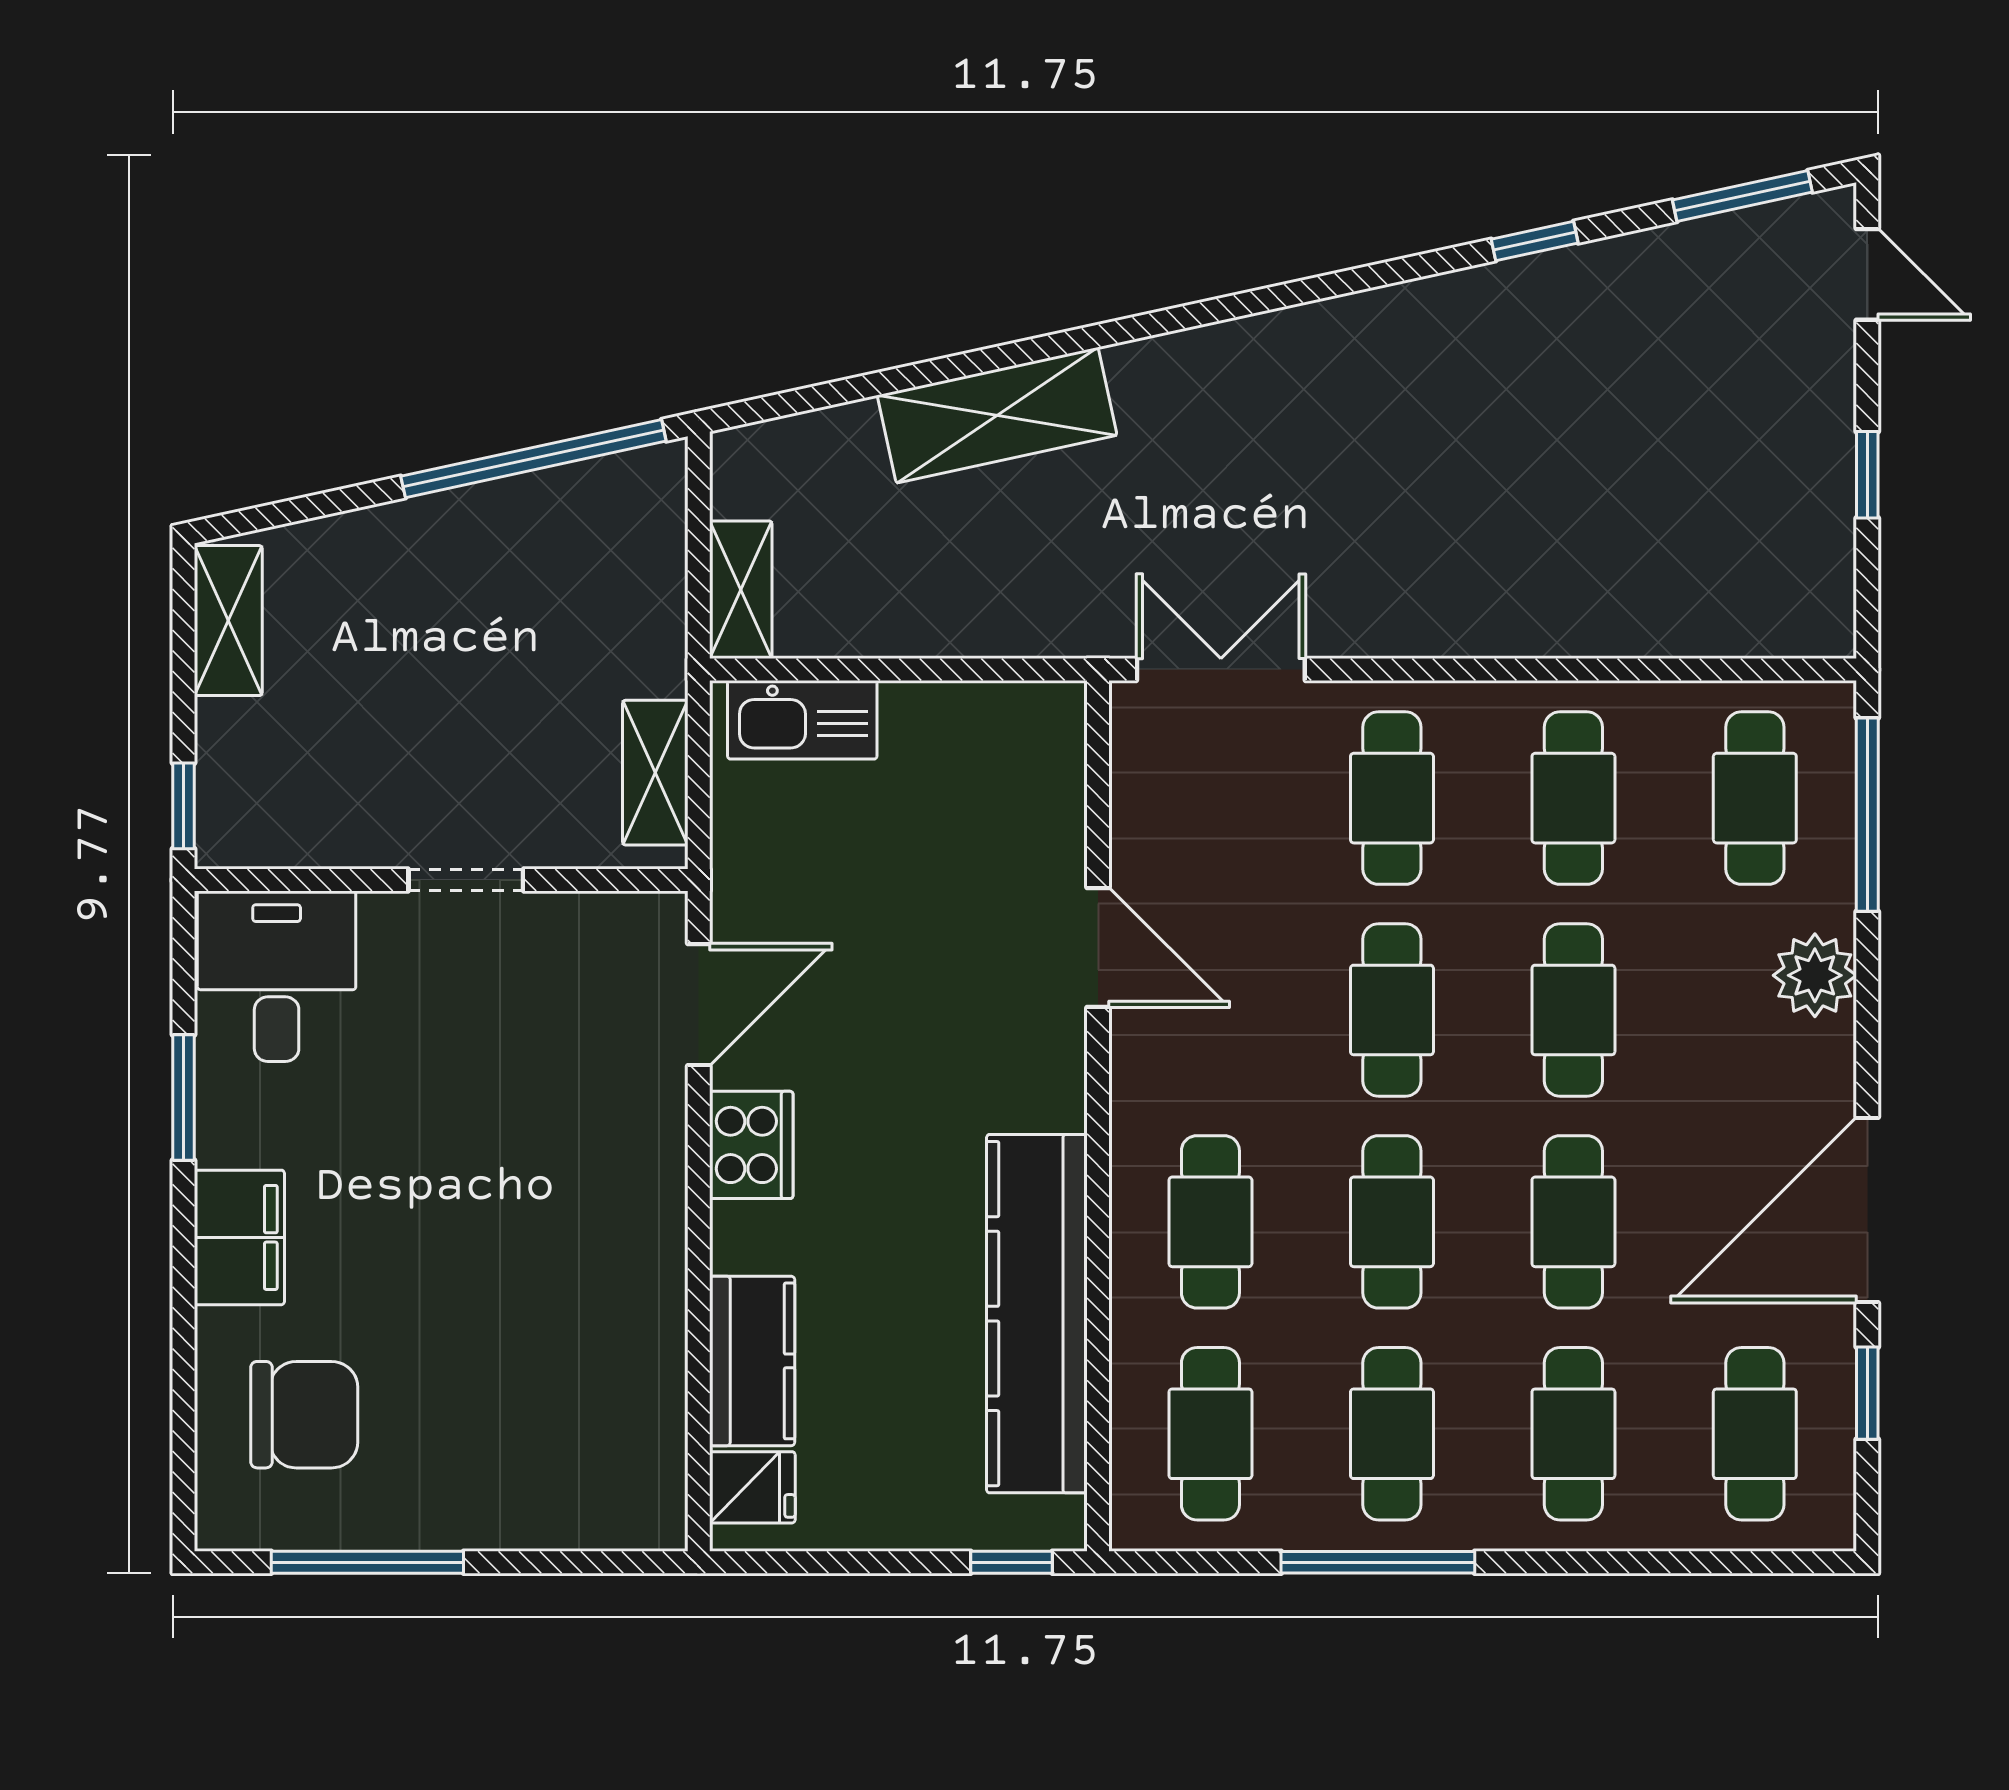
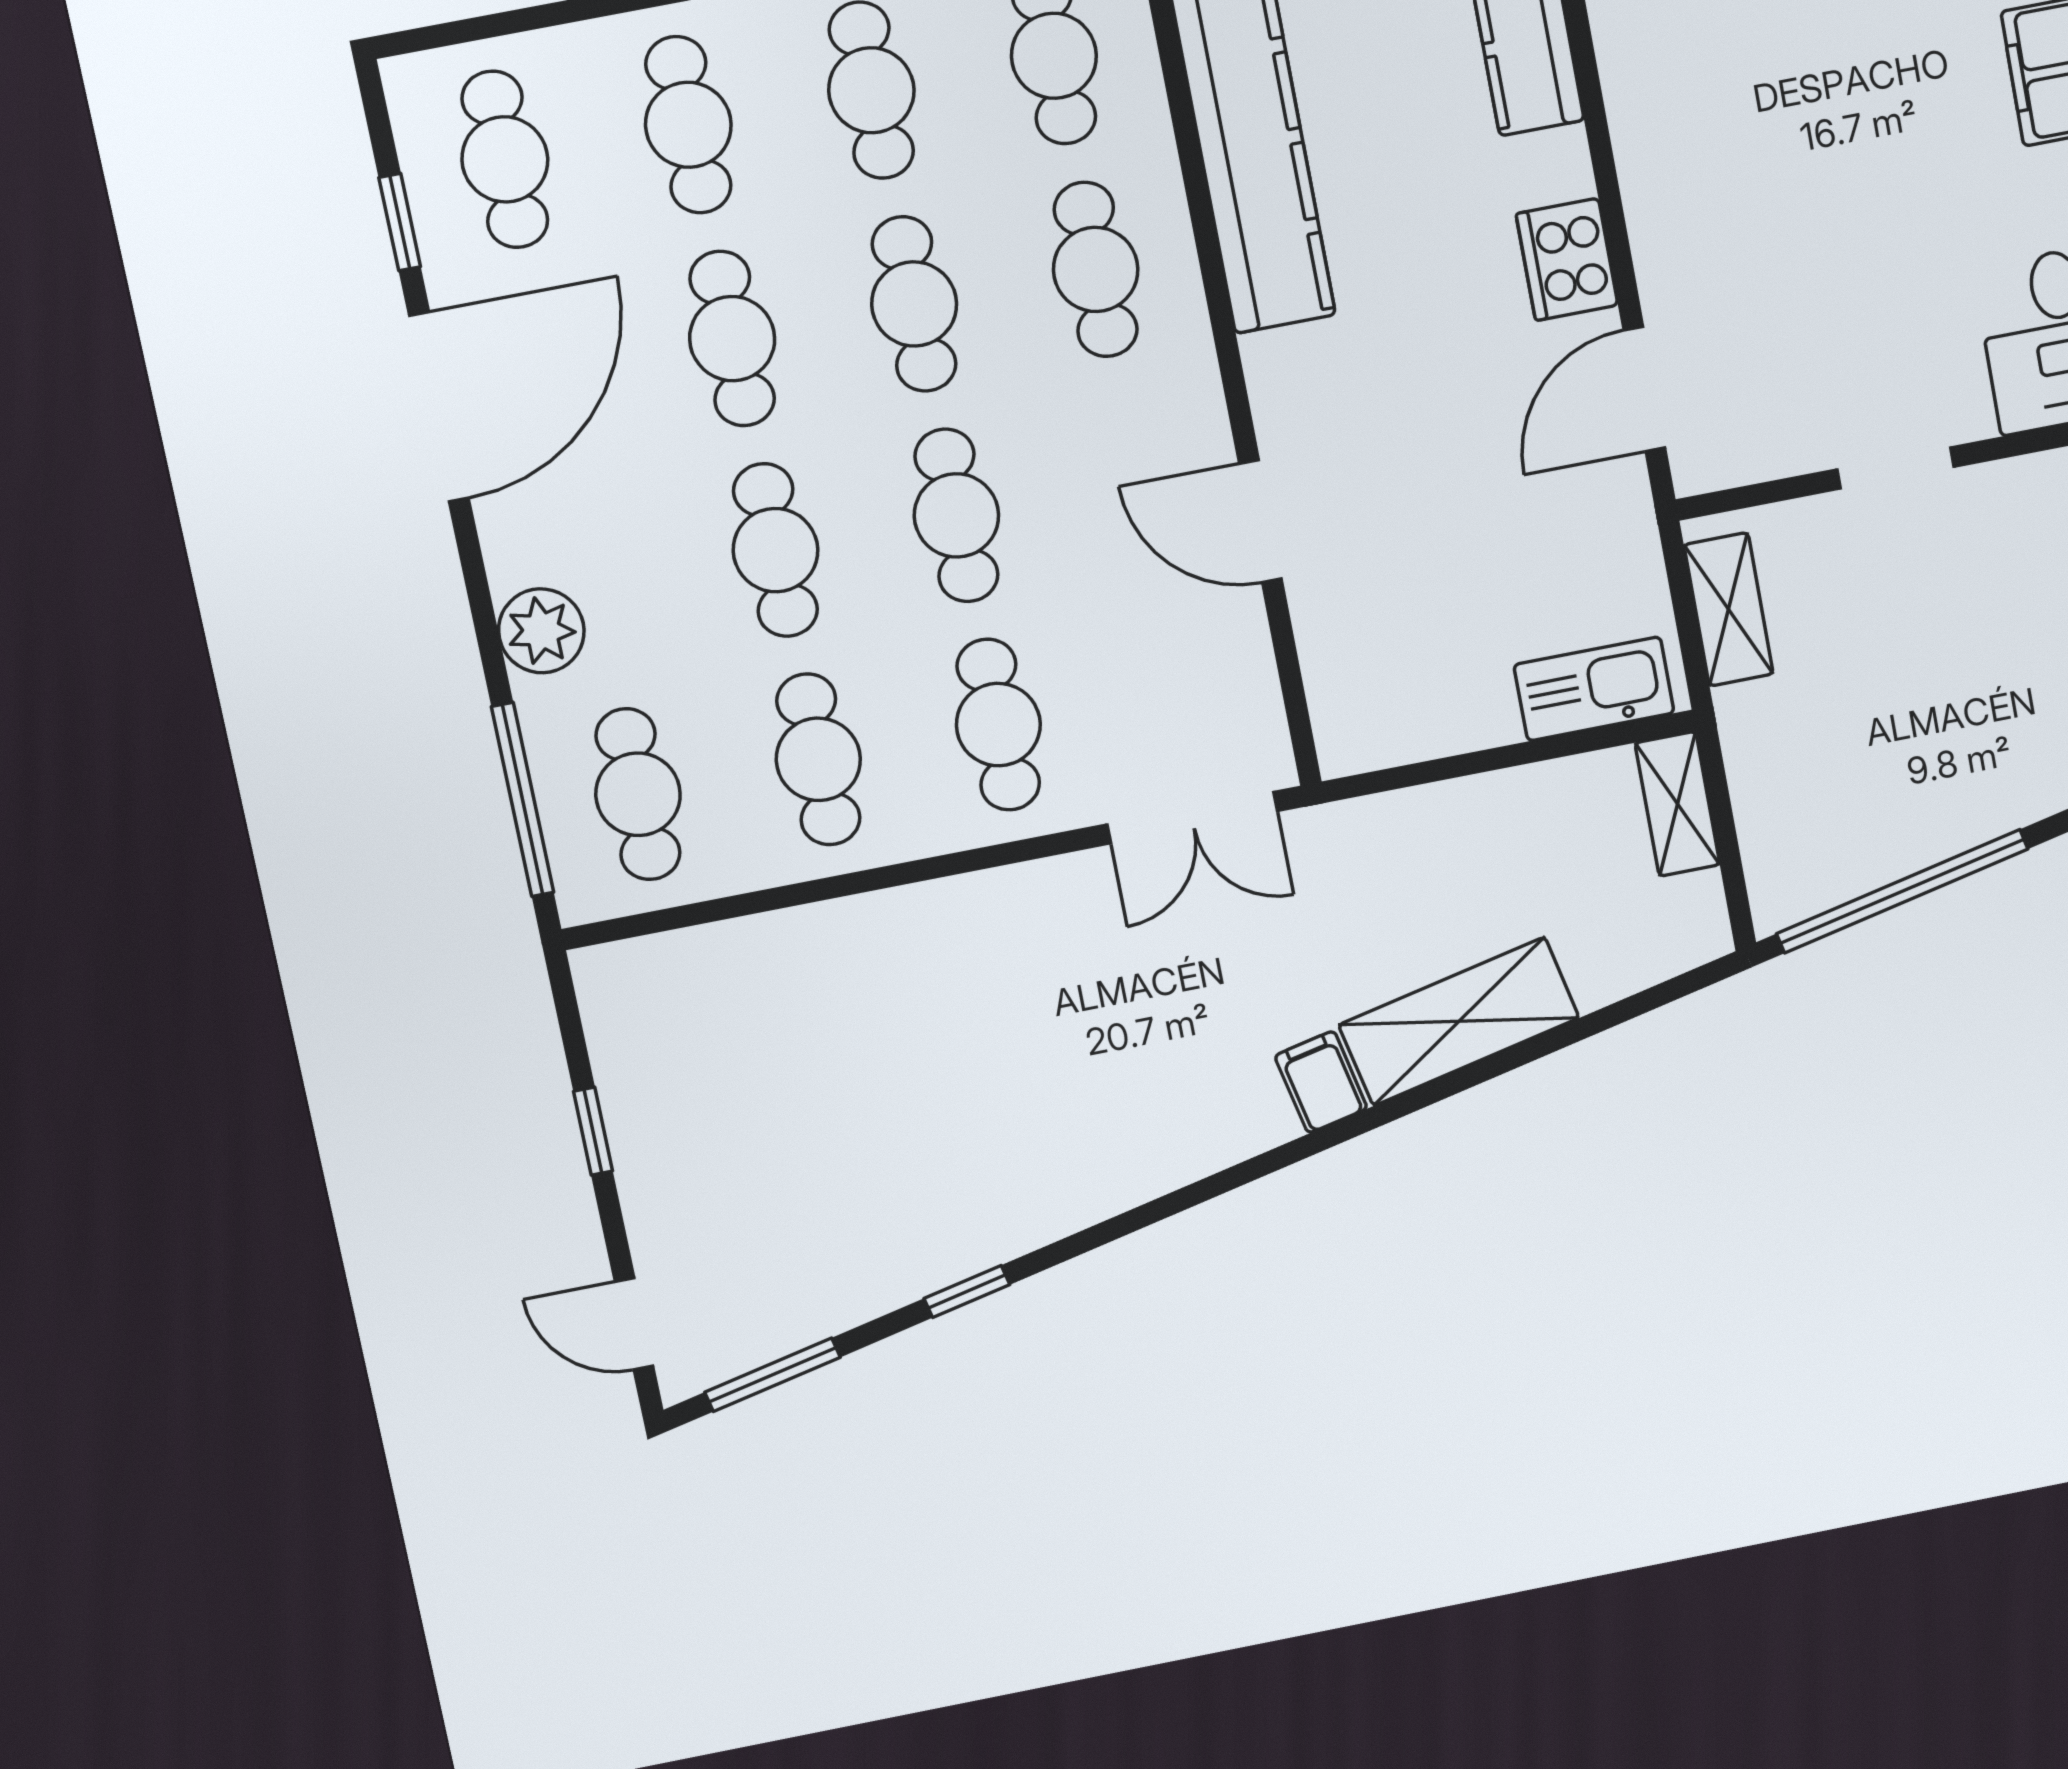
filing cabinet: (1145, 382) -> (1321, 1082), added

